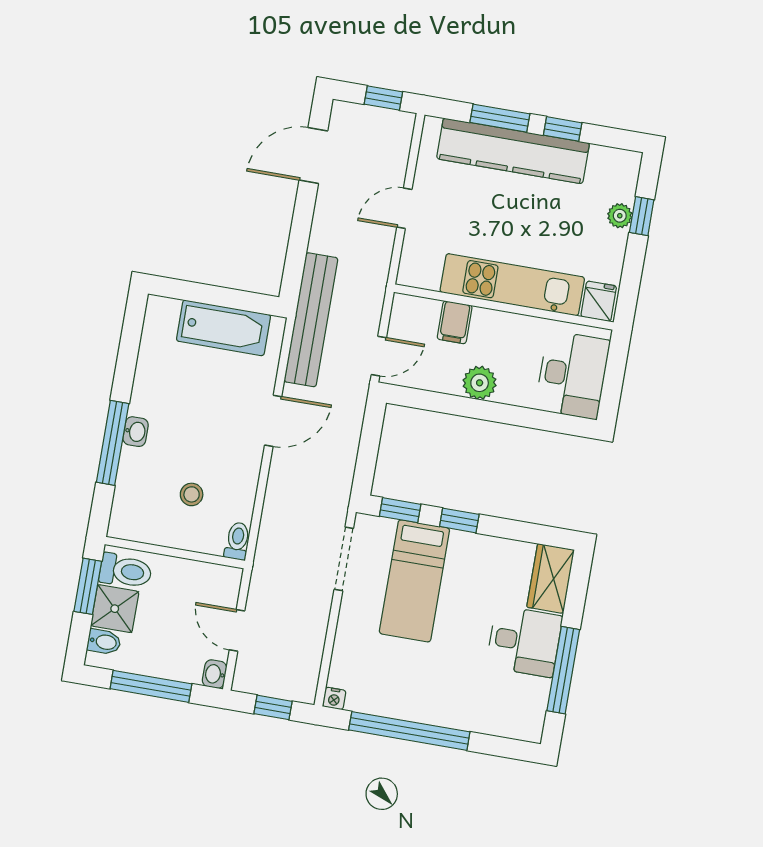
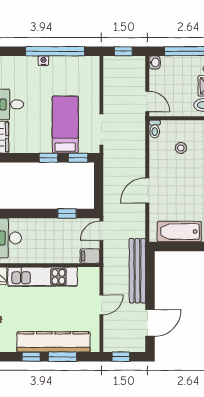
bench: (311, 320) -> (137, 271), moved
filing cabinet: (455, 322) -> (90, 256), moved, turned -90
plant: (480, 383) -> (50, 226), removed
window: (441, 403) -> (67, 213), added
door: (237, 630) -> (147, 101), moved
nightstand: (334, 698) -> (43, 61), moved

